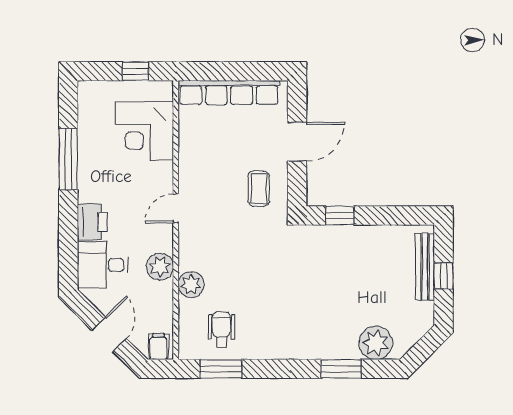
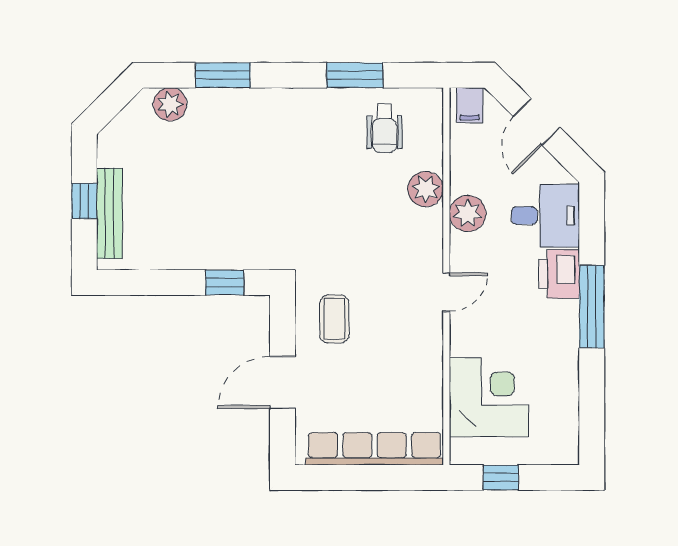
window: (68, 159) -> (592, 307), moved
plant: (376, 343) -> (170, 104), width x0.73, depth x0.73
window: (221, 369) -> (355, 75), moved

